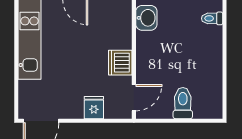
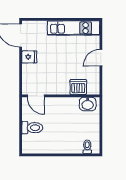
dishwasher: (120, 63) -> (78, 87), moved
fridge: (94, 108) -> (29, 57), moved

